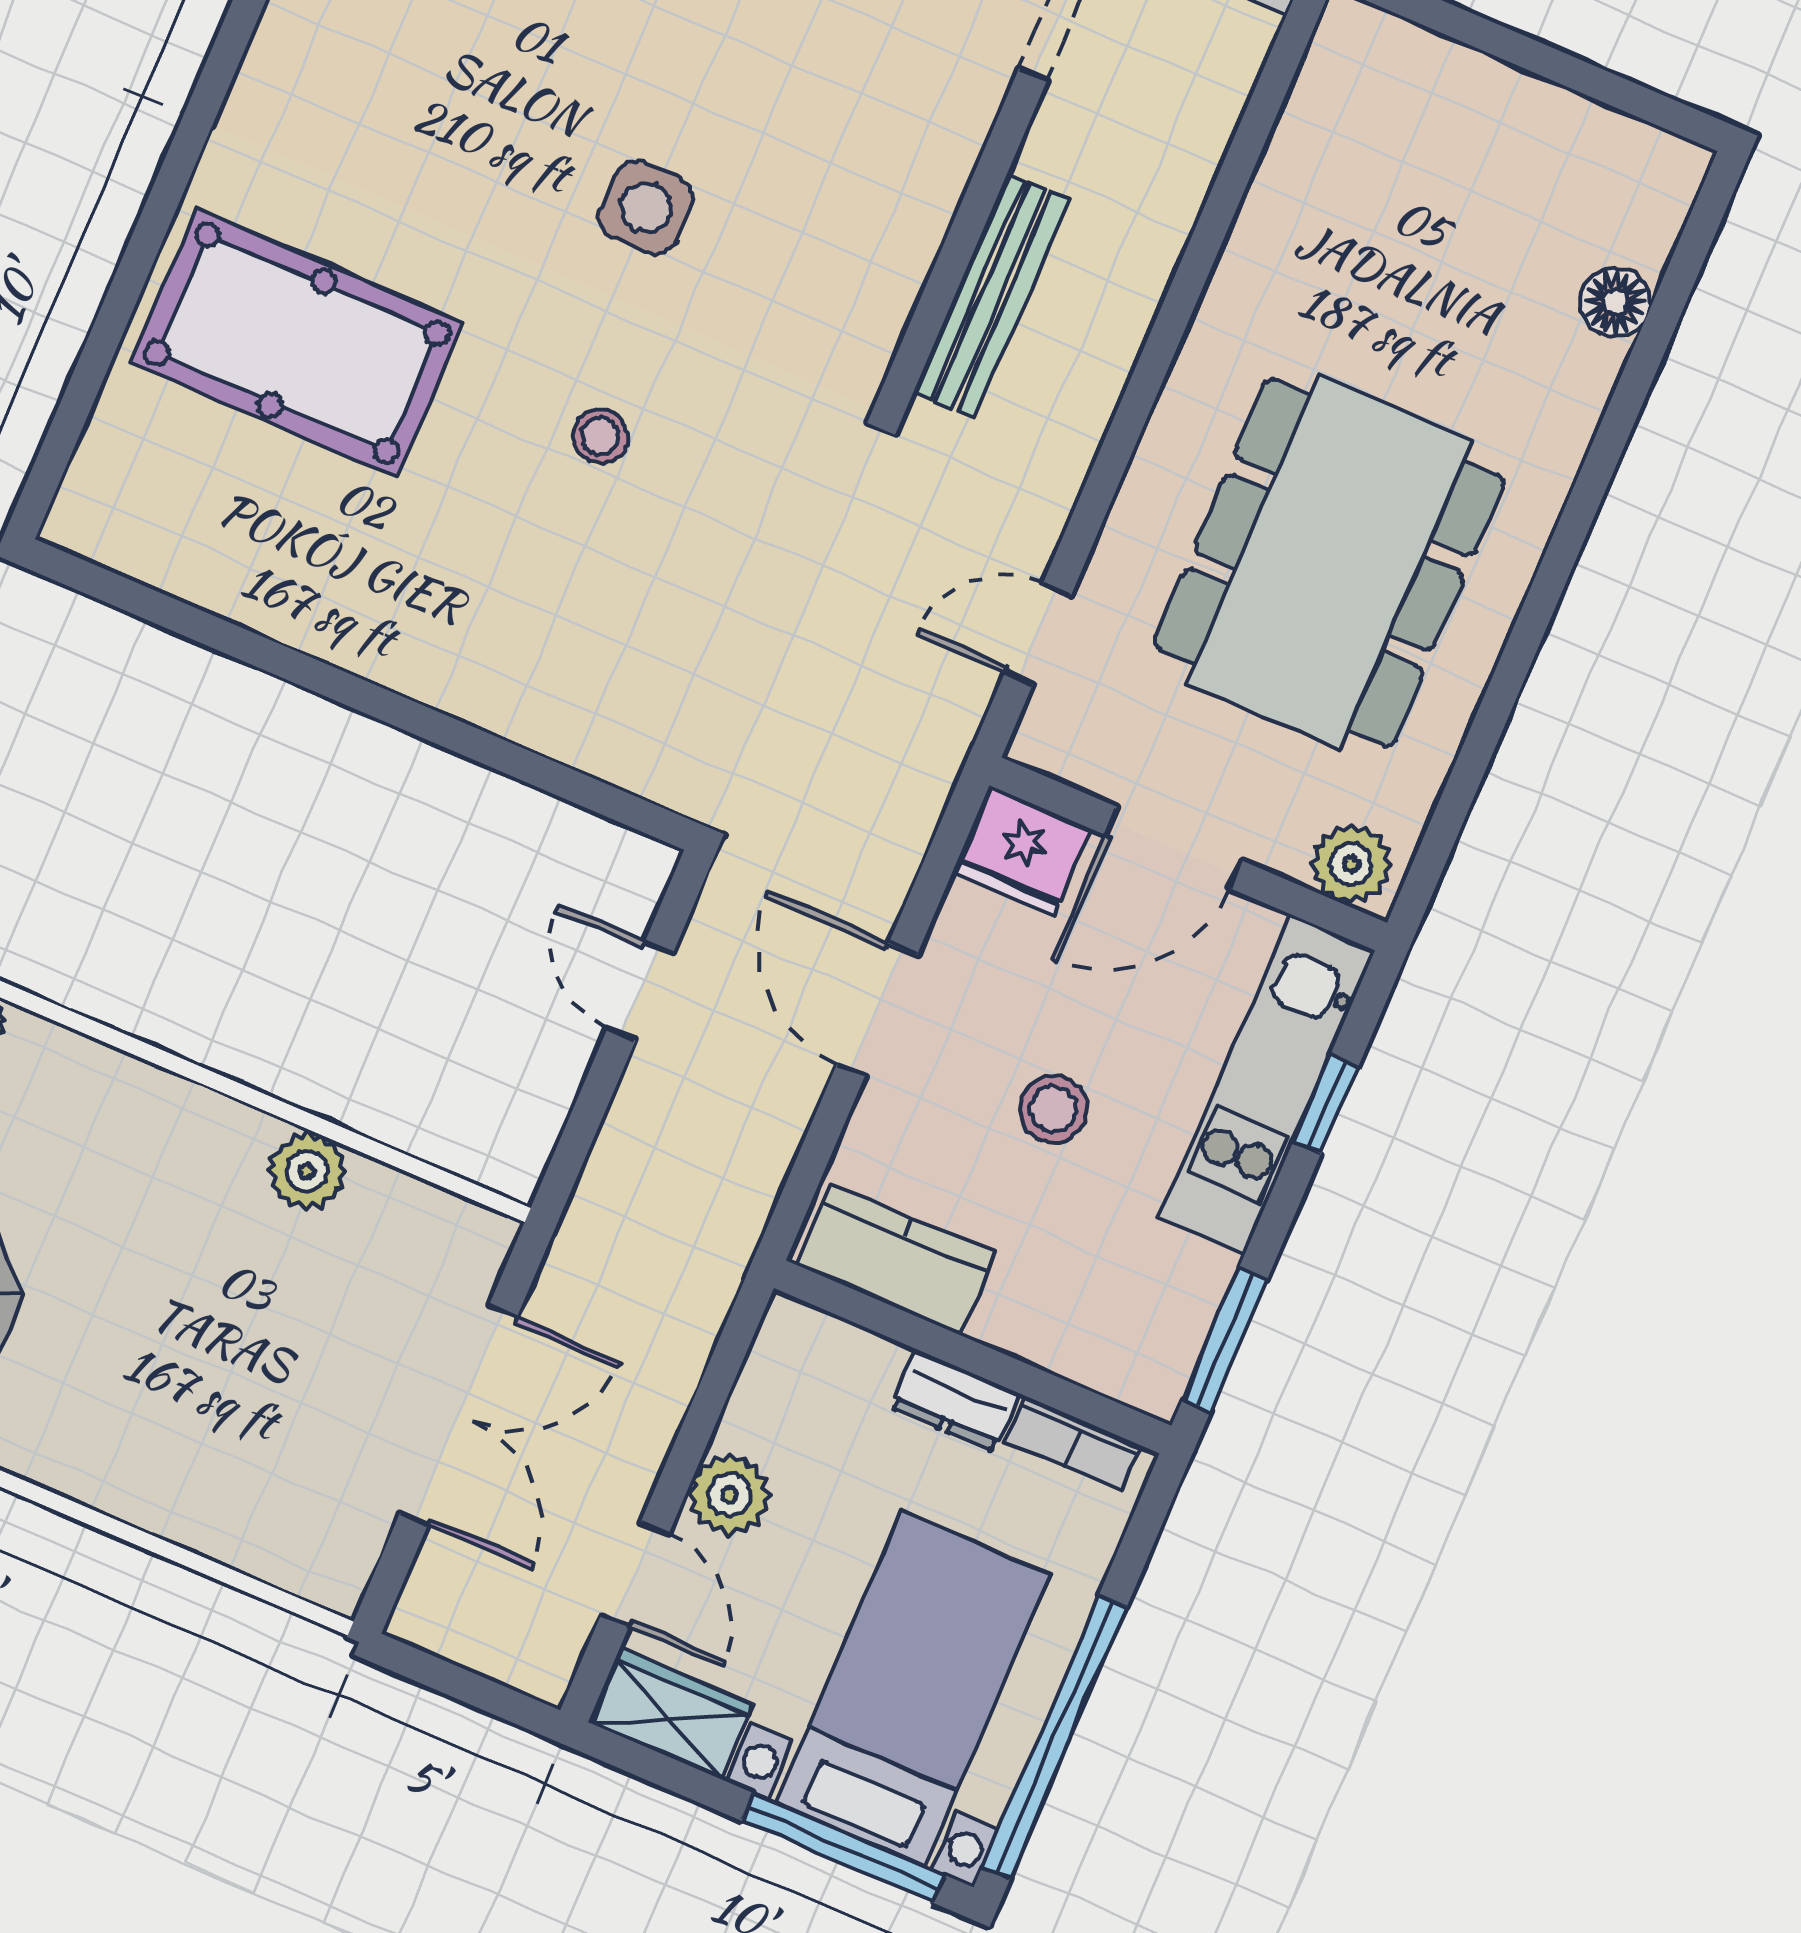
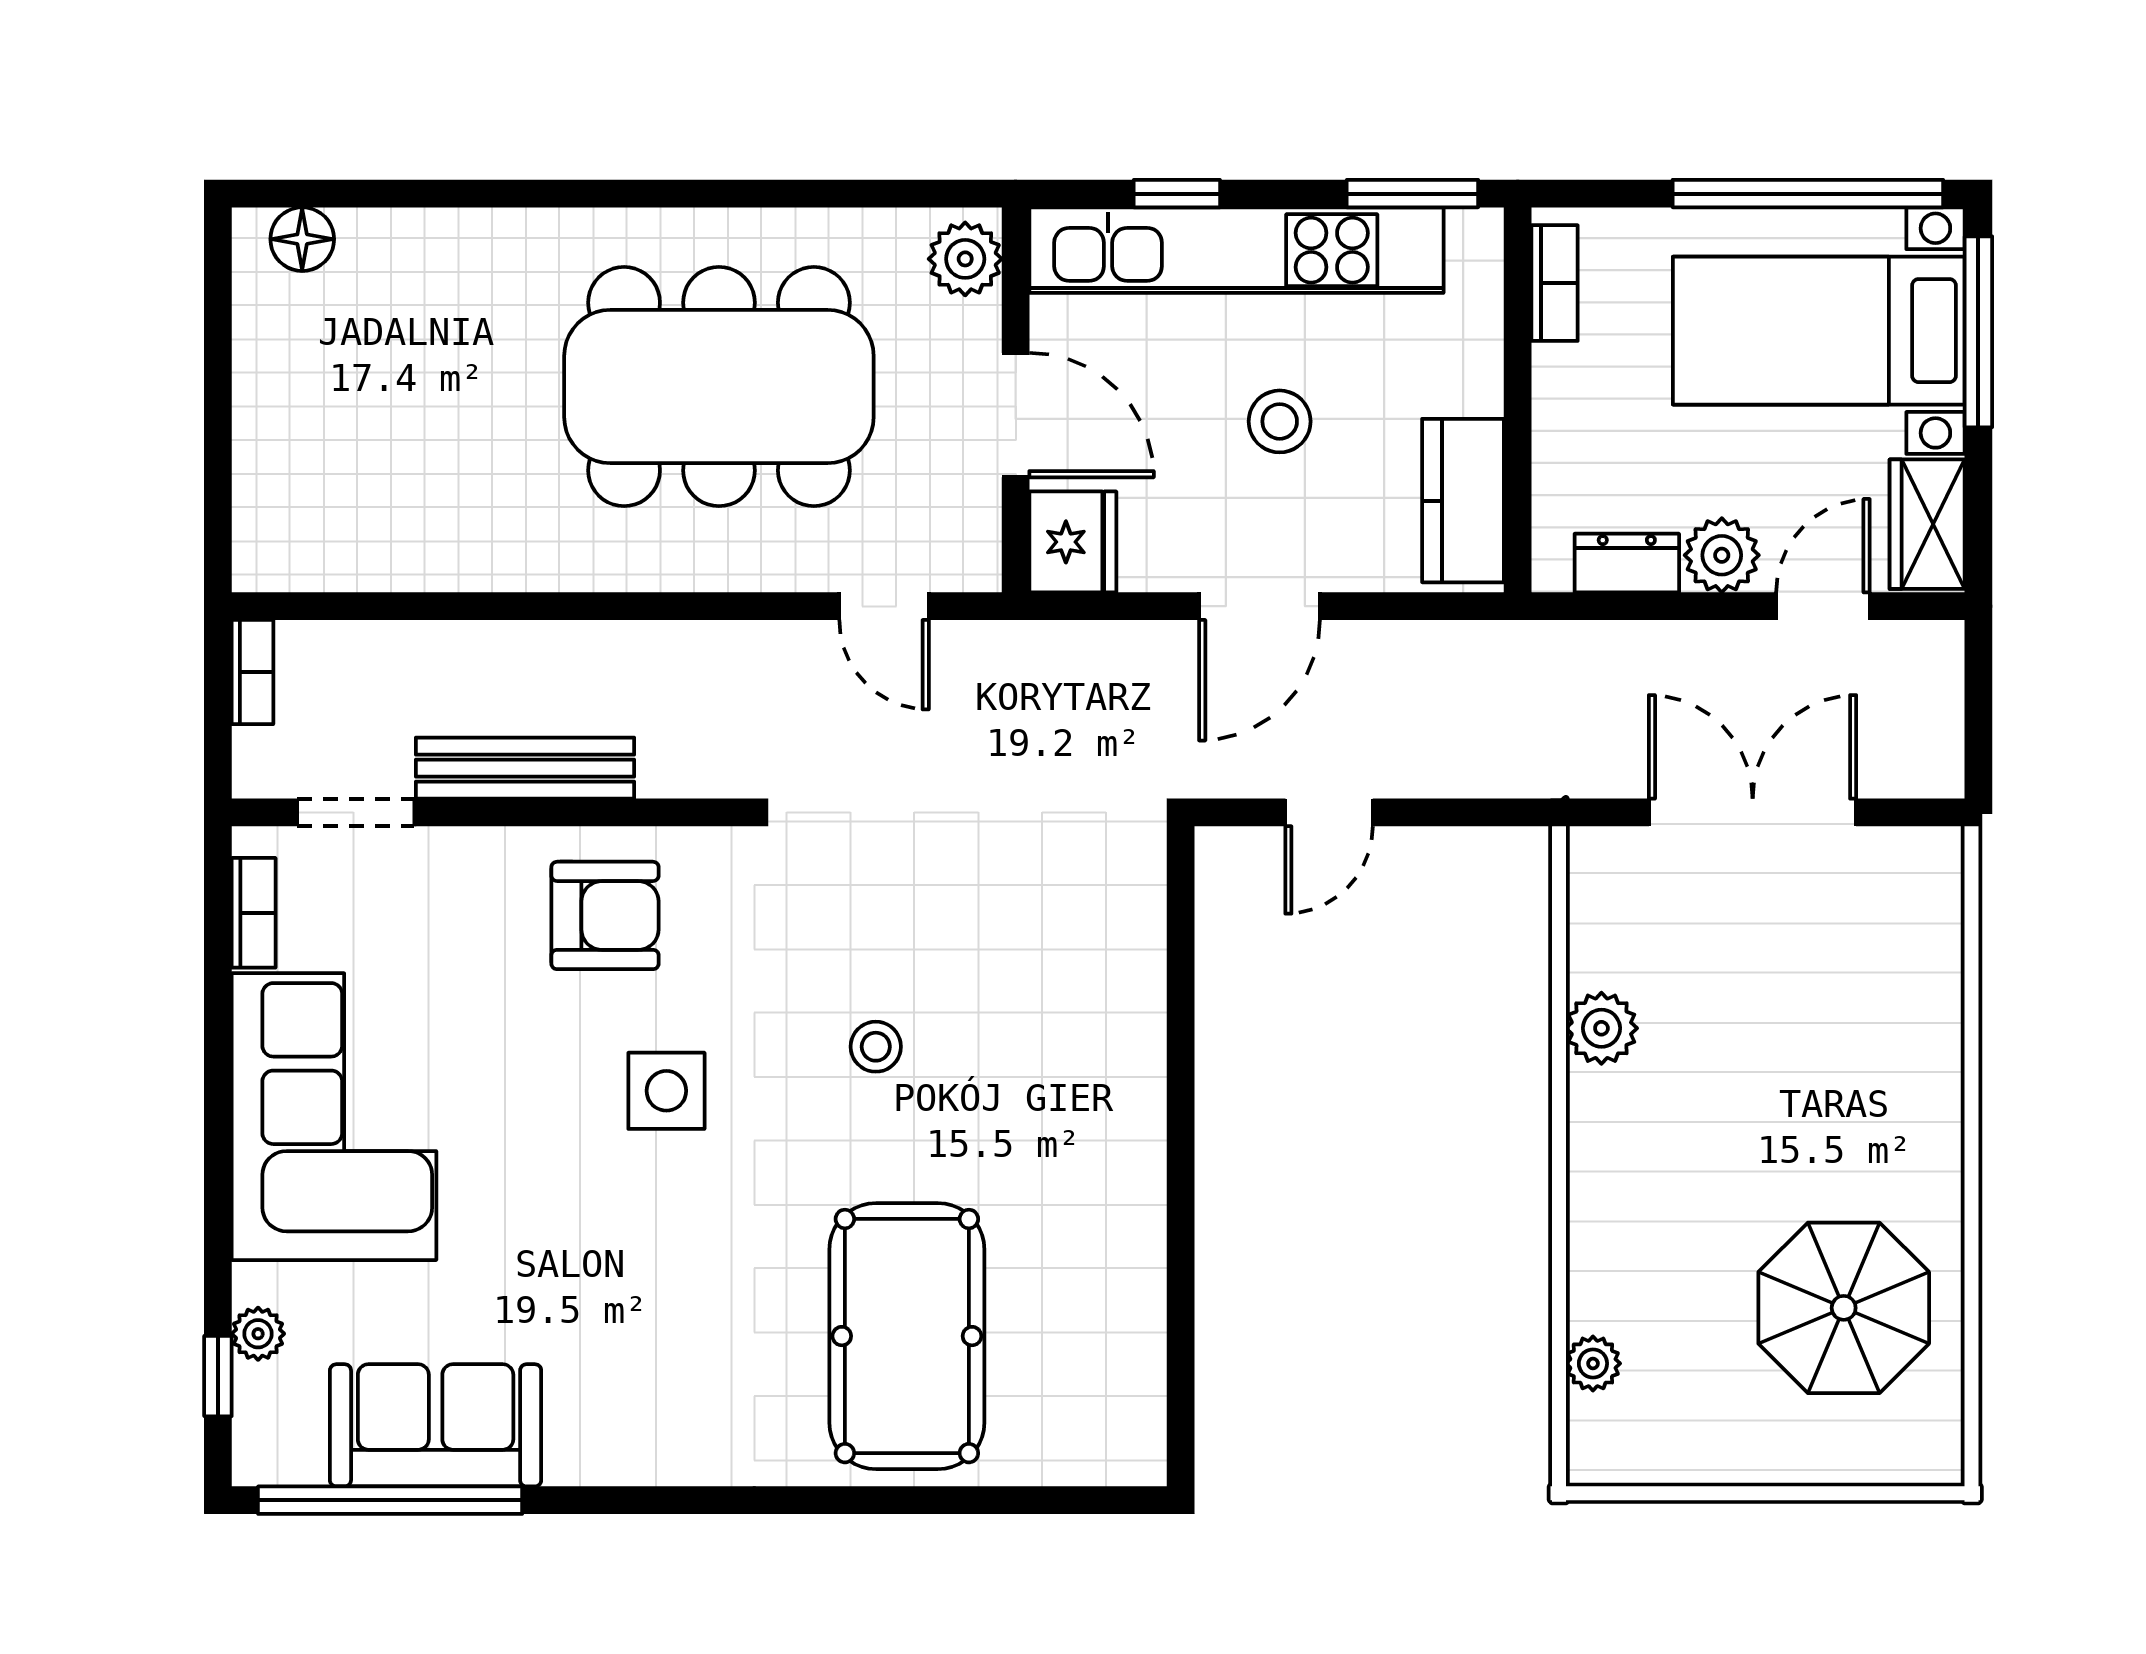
armchair: (848, 221) -> (605, 915), added
bench: (991, 296) -> (525, 768), moved
floor lamp: (1615, 302) -> (302, 239), moved
kitchen unit: (1267, 1084) -> (1236, 250), width x1.36
dresser: (955, 1401) -> (1627, 563), moved, turned -90

